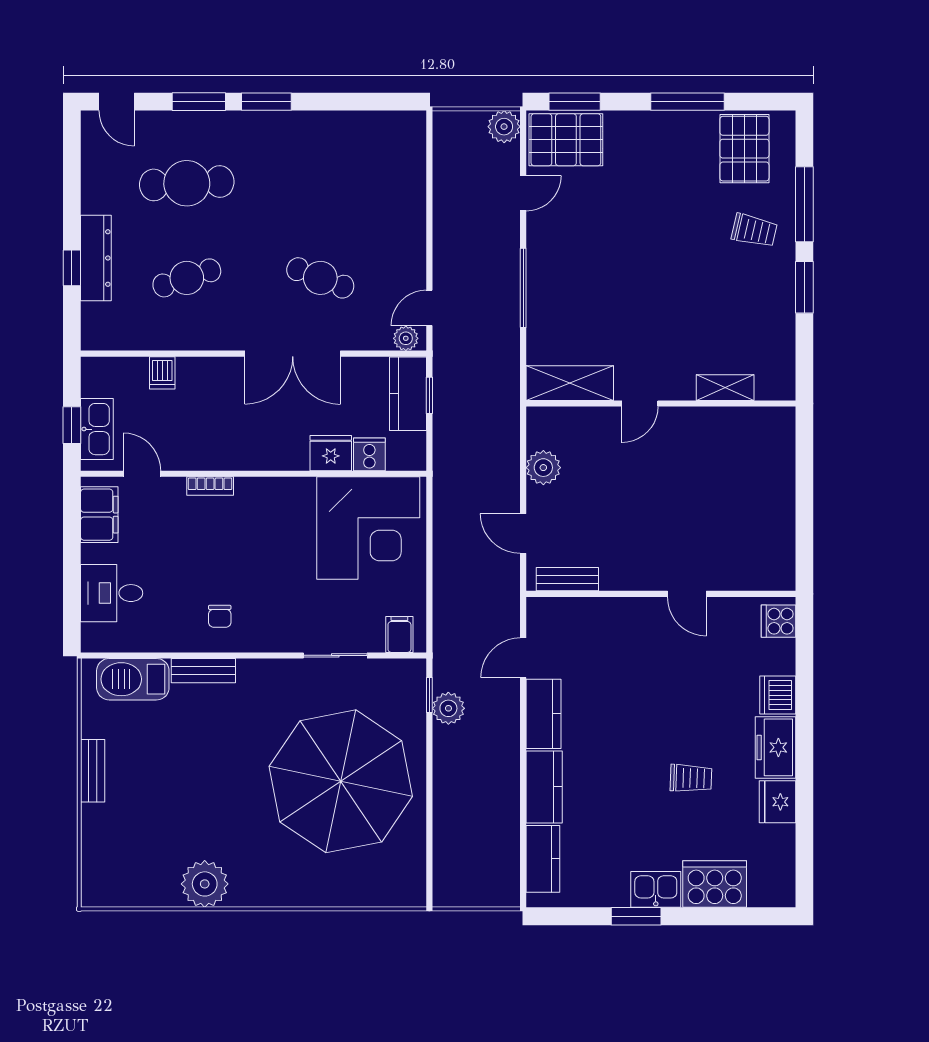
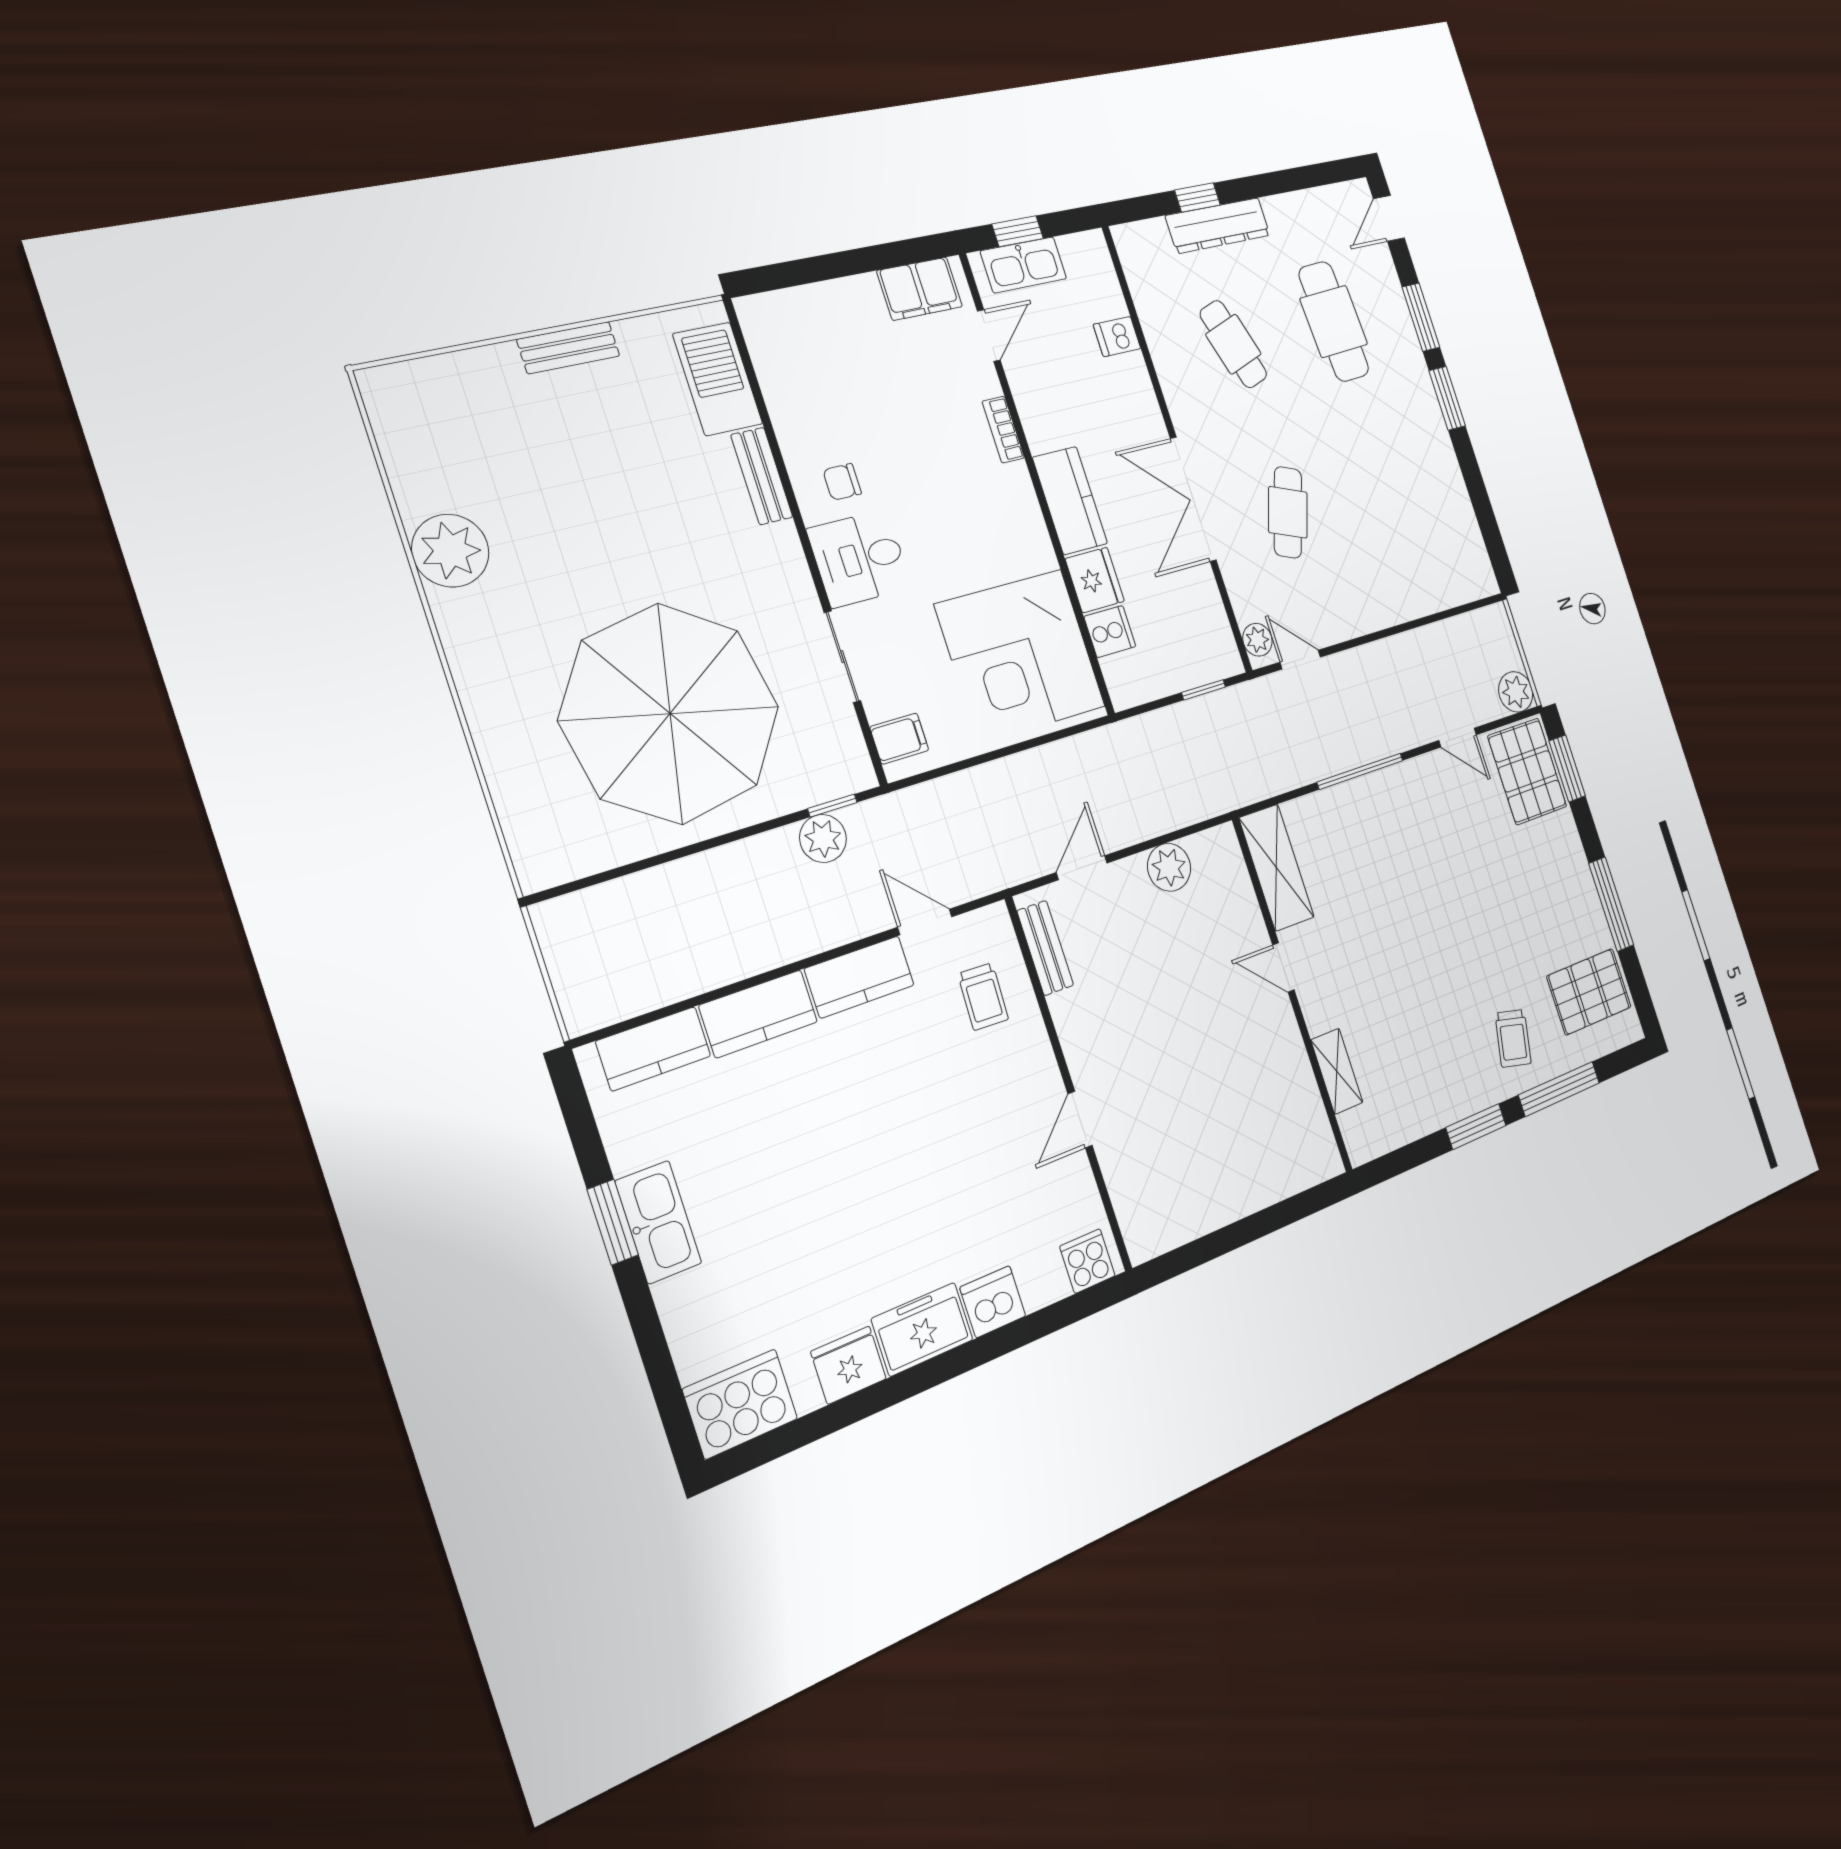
kitchen counter: (408, 394) -> (1070, 501), moved, turned 90
desk: (112, 593) -> (859, 558), moved, turned -90
trolley: (691, 778) -> (983, 997), moved
cooker: (715, 884) -> (740, 1404), moved, turned -90
kitchen sink: (656, 889) -> (658, 1222), width x1.38

